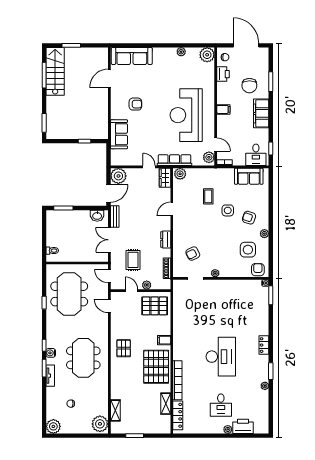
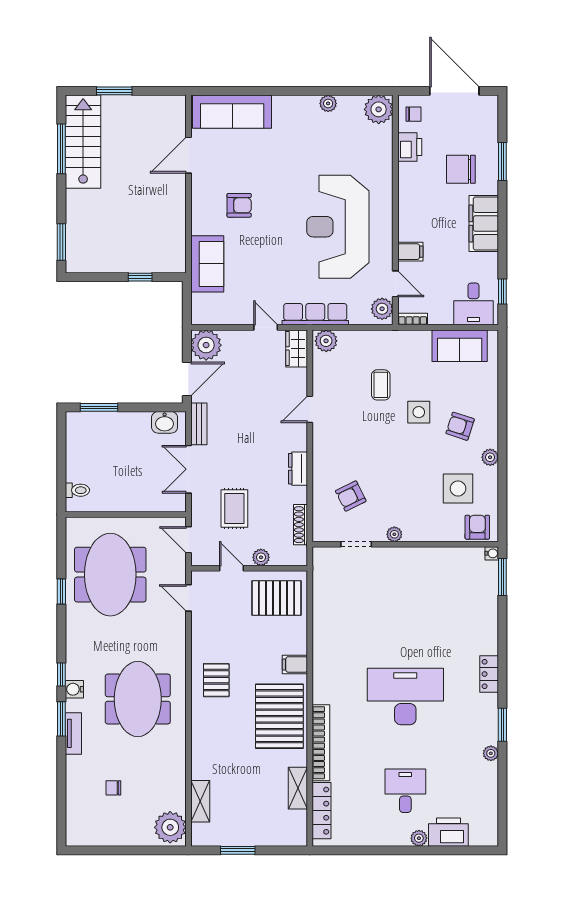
chair: (249, 86) -> (461, 169), turned 90
filing cabinet: (223, 109) -> (410, 252), moved
desk: (221, 357) -> (405, 696), turned -90
desk: (221, 405) -> (405, 791), turned 180
plant: (53, 426) -> (79, 832), removed

